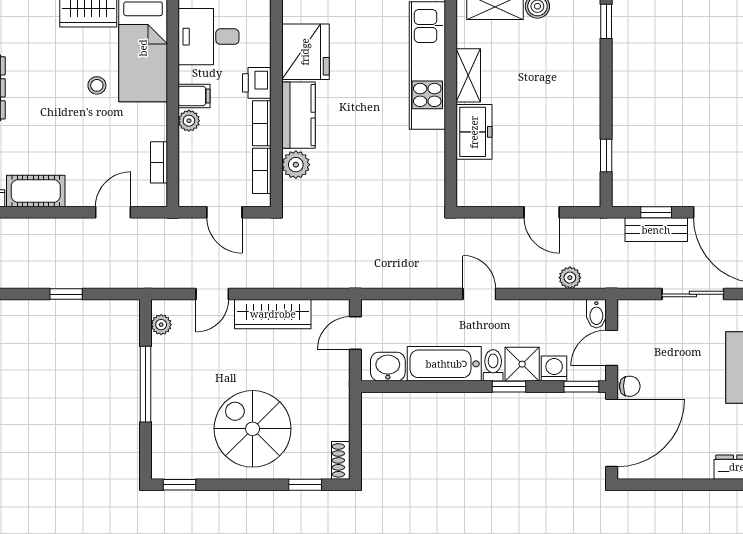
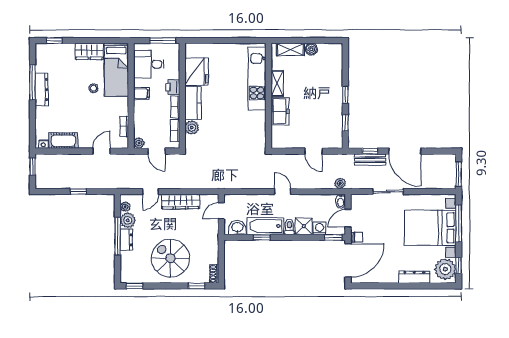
window: (606, 21) -> (345, 95), moved
plant: (189, 121) -> (139, 143), moved
plant: (570, 278) -> (340, 183), moved
plant: (166, 352) -> (128, 220), added
window: (509, 387) -> (262, 237), moved
dresser: (163, 392) -> (126, 240), added

